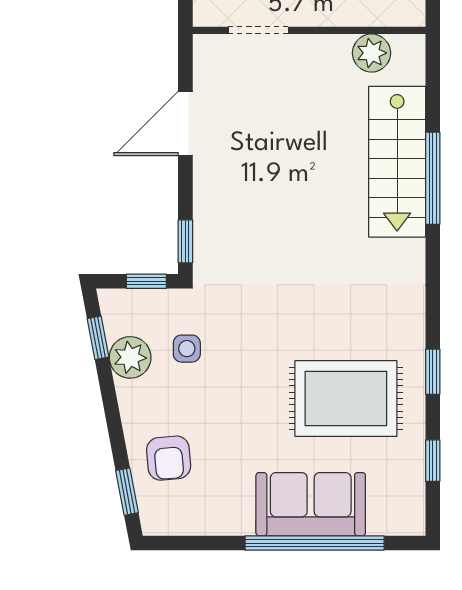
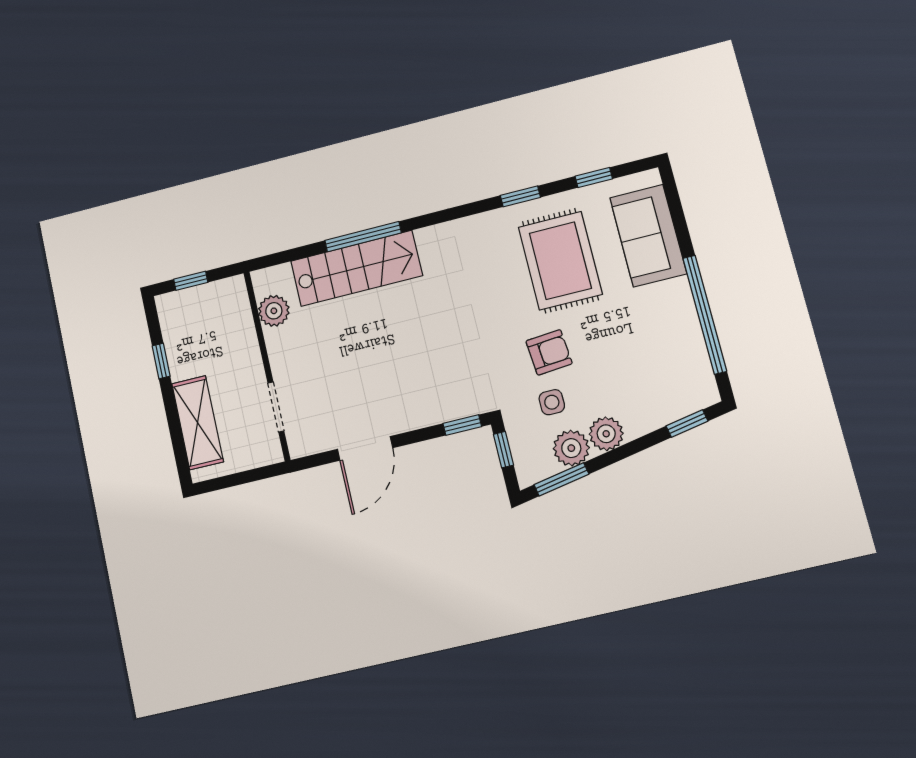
door: (185, 124) -> (365, 448), hinge flipped
window: (98, 338) -> (561, 479), width x1.50
plant: (137, 400) -> (606, 434), added
armchair: (169, 458) -> (549, 352), moved
sofa: (311, 504) -> (648, 236), moved
window: (315, 543) -> (705, 315), moved

